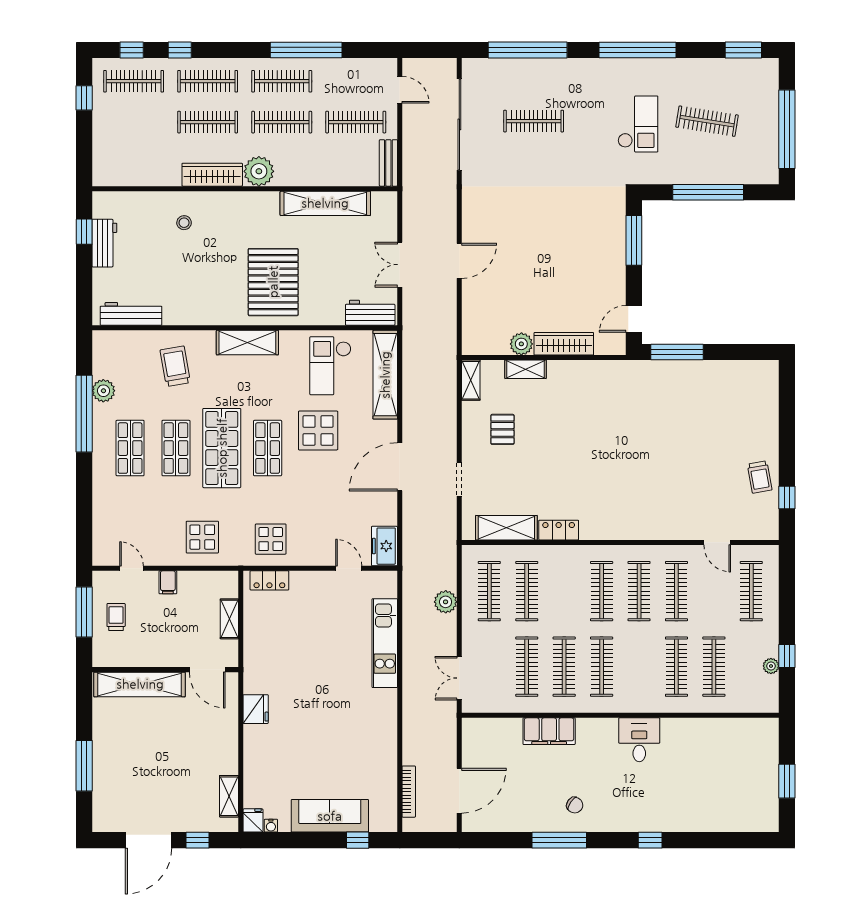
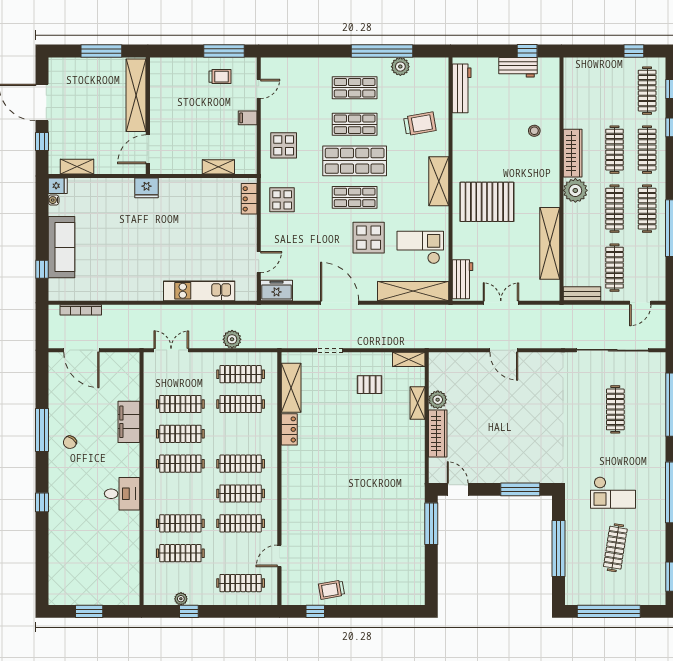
wall: (165, 670) -> (148, 116), moved
door: (207, 670) -> (148, 149), moved
shelving: (140, 684) -> (136, 95), moved

